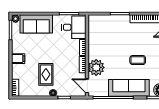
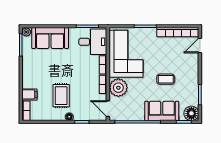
corner sofa: (103, 38) -> (126, 54), added
filing cabinet: (18, 59) -> (29, 94), moved
sofa: (129, 88) -> (162, 111), width x0.73

